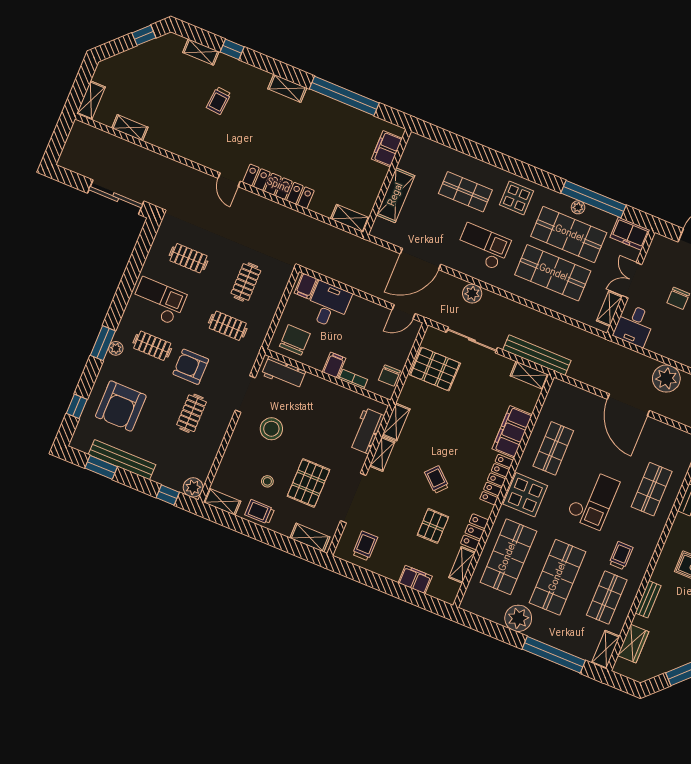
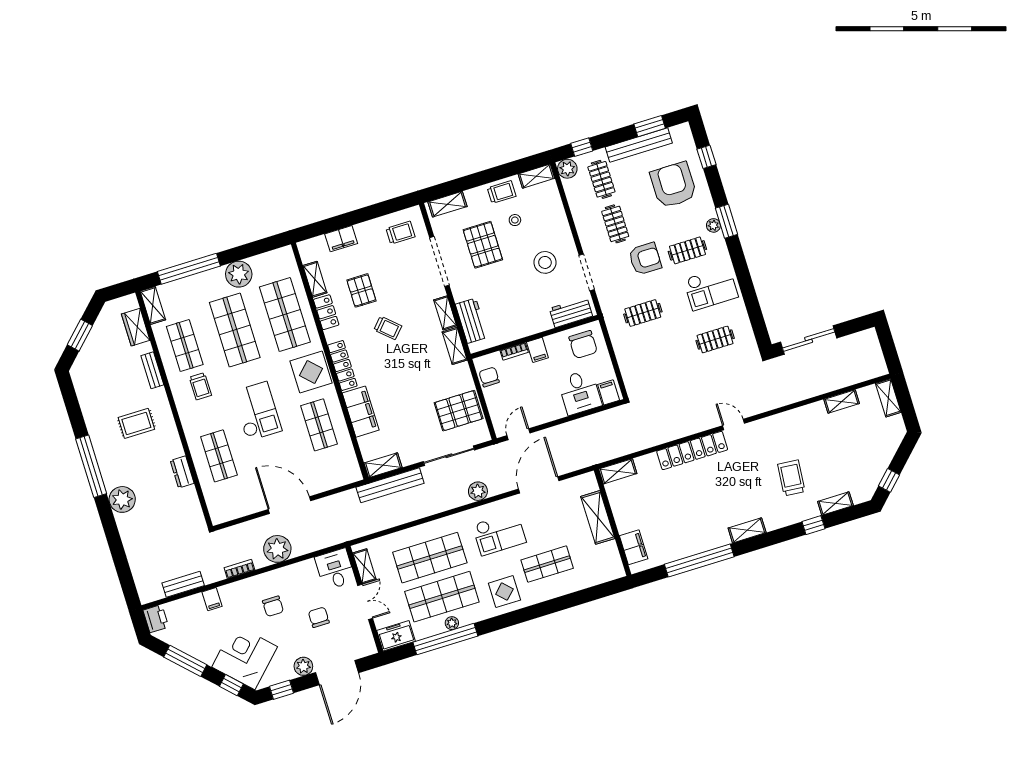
trolley: (219, 101) -> (791, 478), width x1.36, depth x1.39
clothes rail: (246, 282) -> (601, 179), moved
checkout: (593, 499) -> (257, 411), turned 180
trolley: (365, 546) -> (400, 233), turned -90

